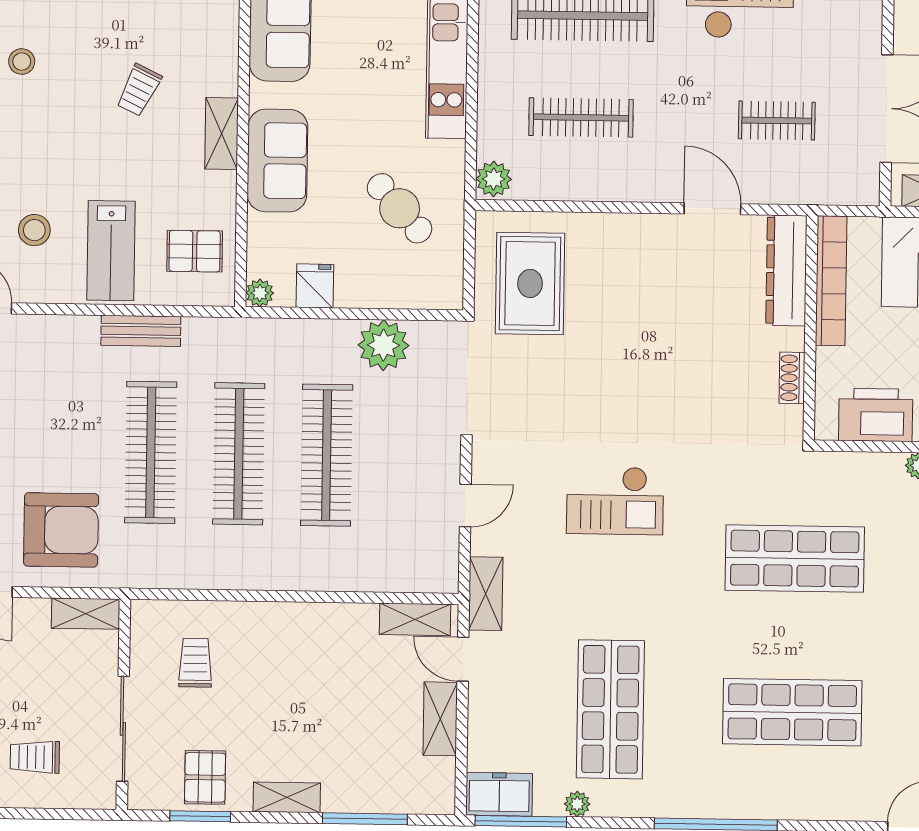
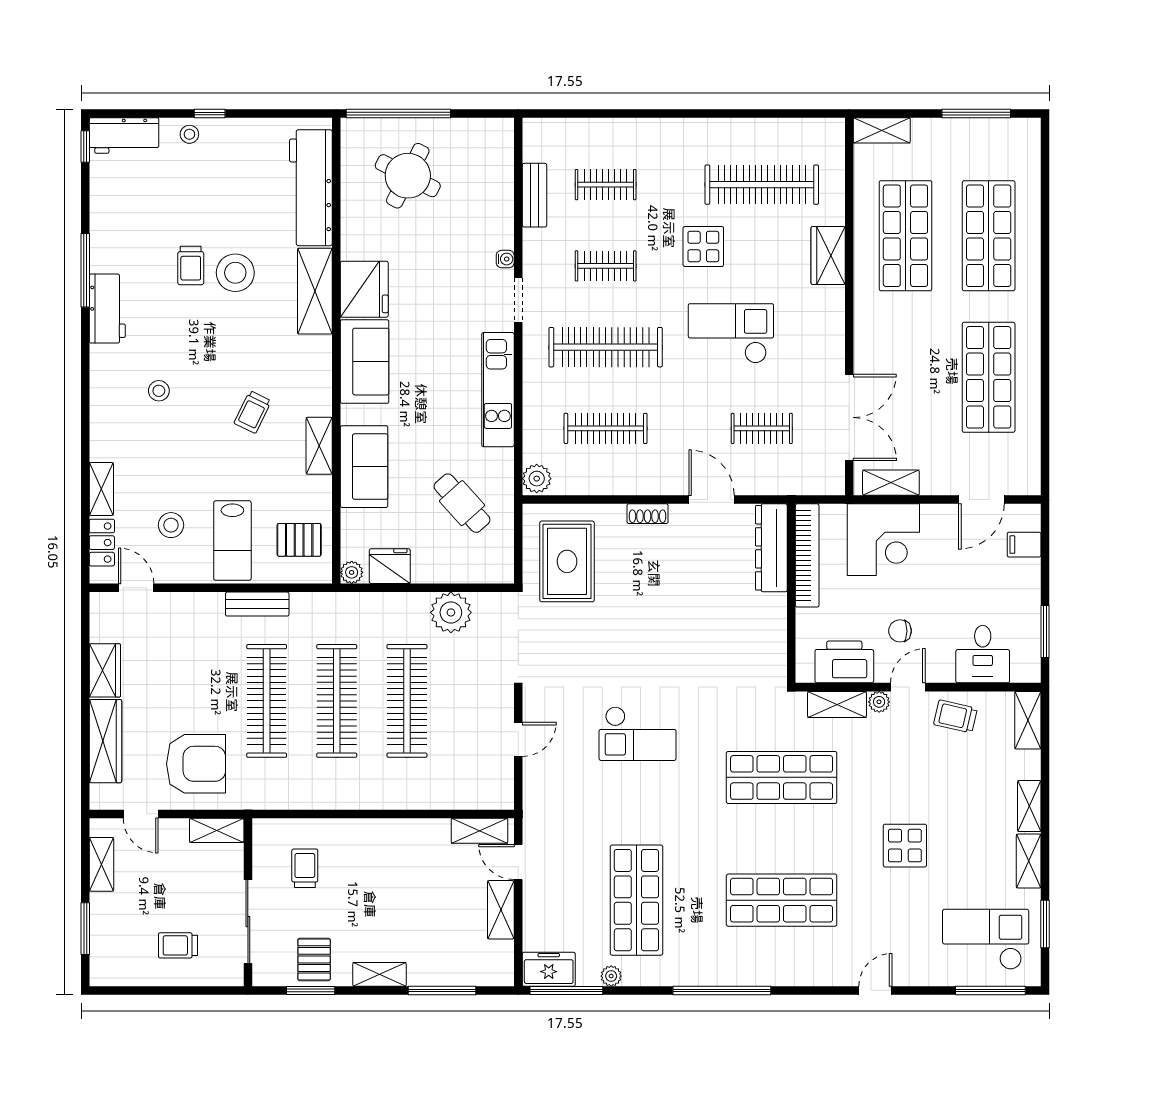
fridge: (315, 286) -> (390, 566), width x1.38
shoe rack: (792, 378) -> (648, 514), moved, turned -90
shelving: (486, 594) -> (837, 704), moved, turned 90

